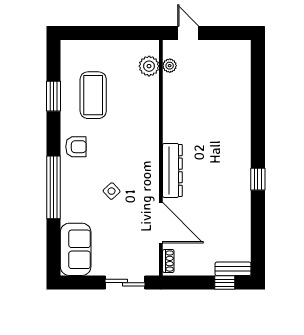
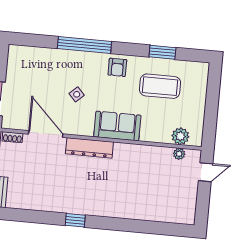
door: (161, 223) -> (46, 134), swing flipped
sofa: (76, 249) -> (117, 126), moved, turned 180

